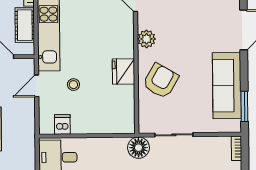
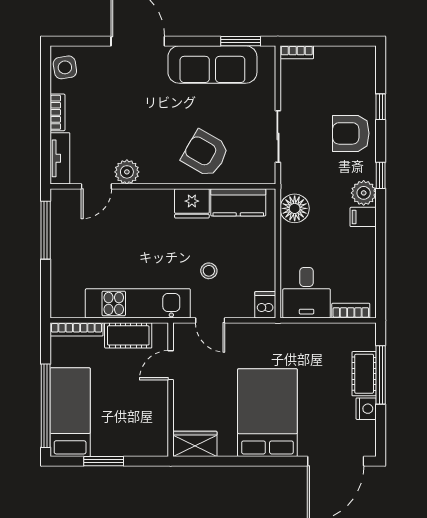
plant: (147, 39) -> (127, 172), moved
kitchen counter: (125, 106) -> (238, 202), added
dishwasher: (62, 124) -> (265, 305), moved, turned 90
floor lamp: (139, 148) -> (295, 208), moved

